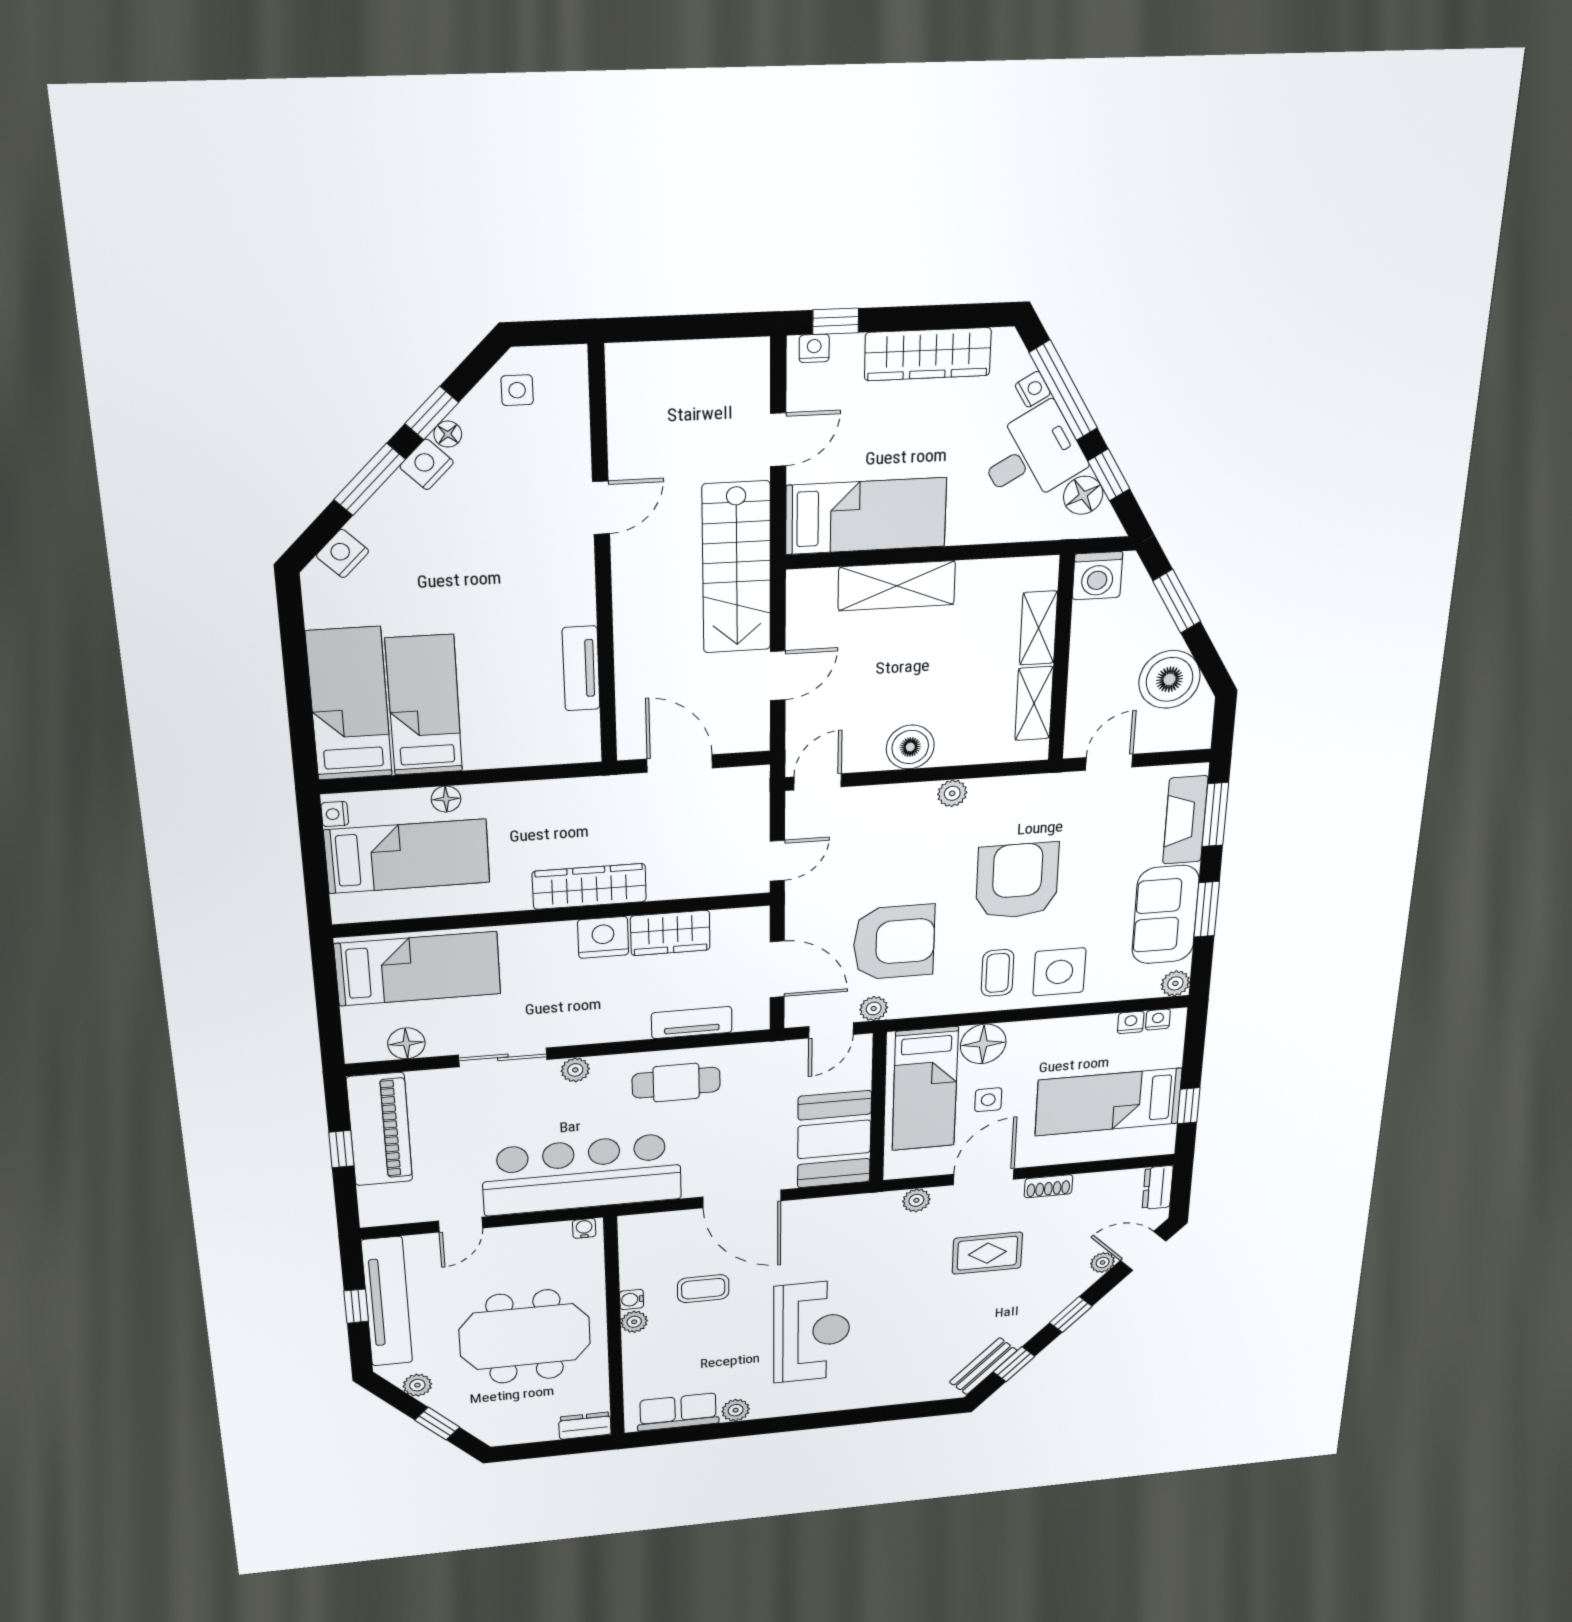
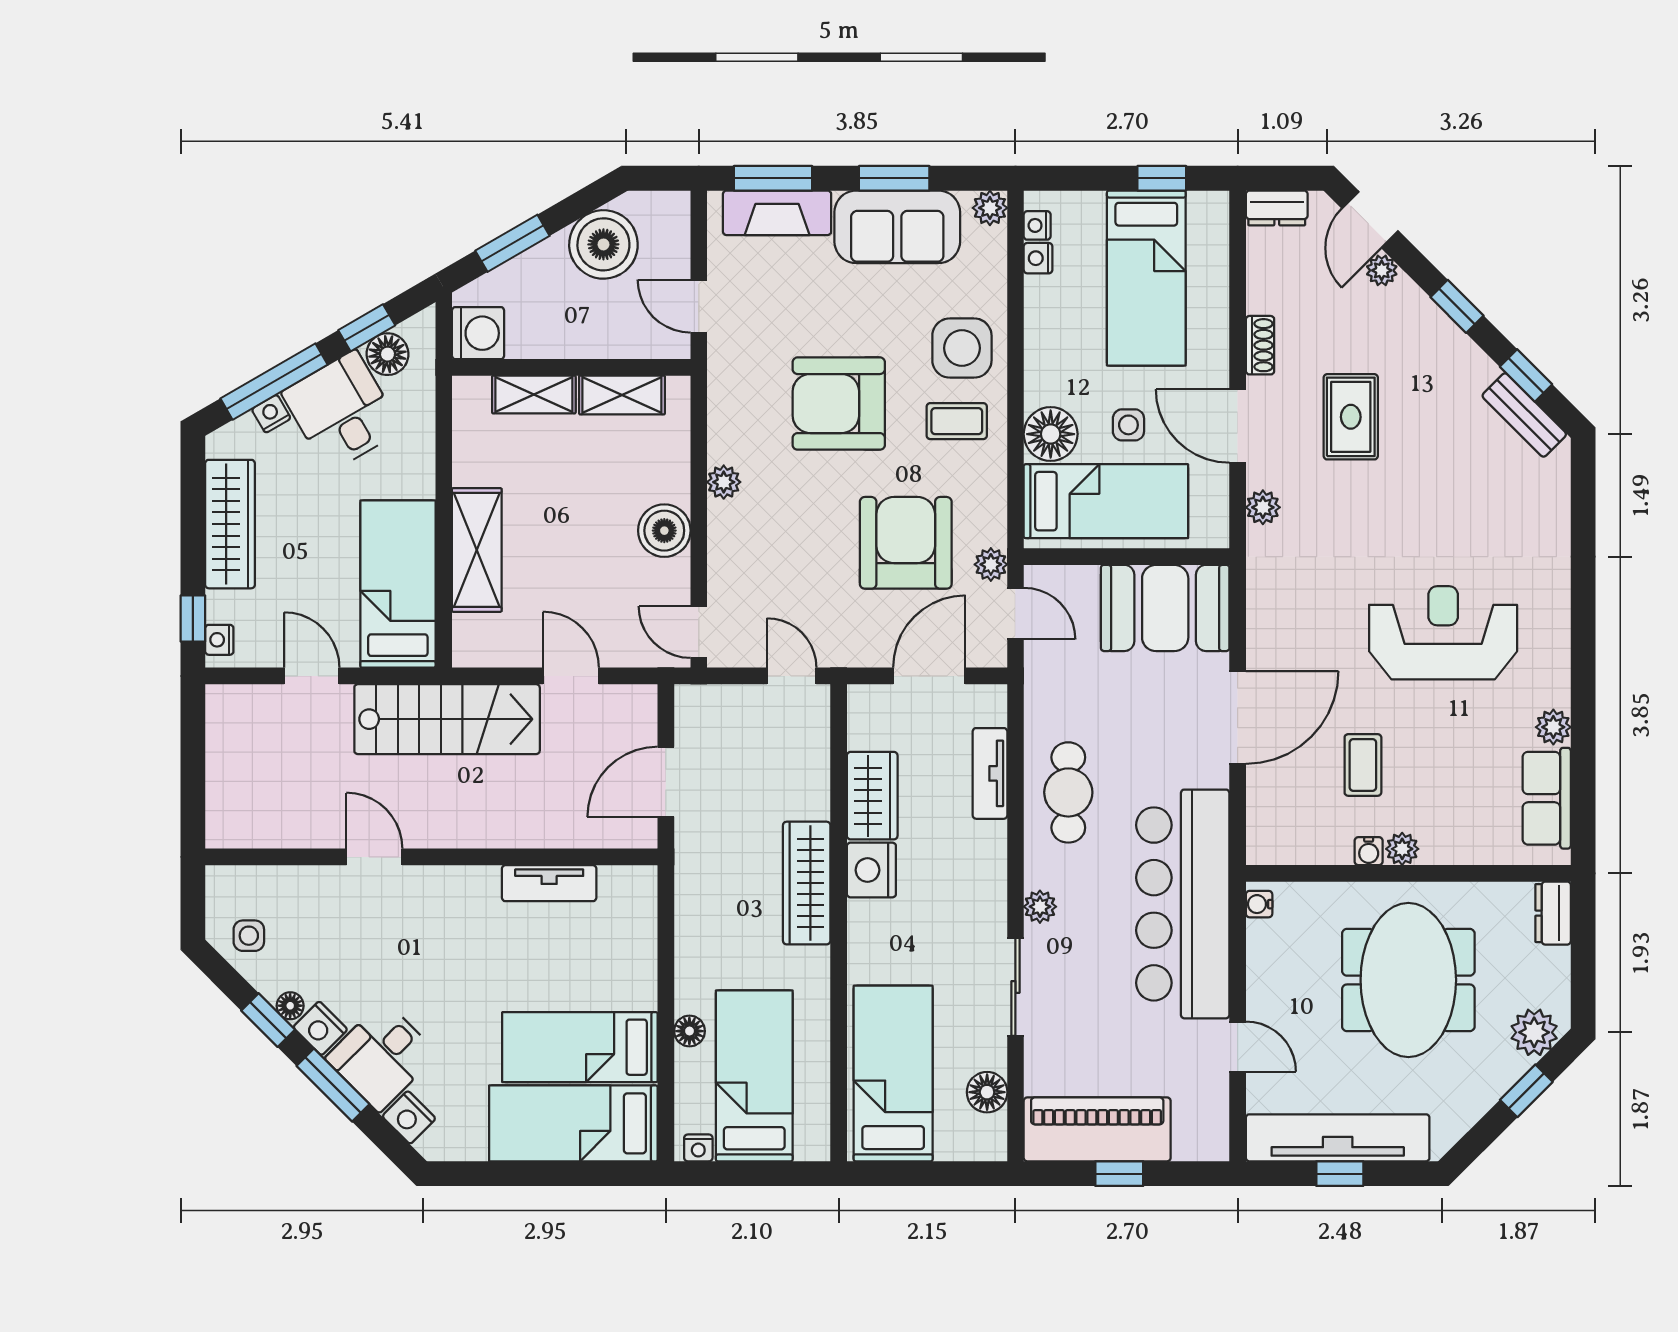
desk: (402, 524) -> (381, 1056), added
plant: (417, 1385) -> (1534, 1032), moved, width x1.38, depth x1.38

